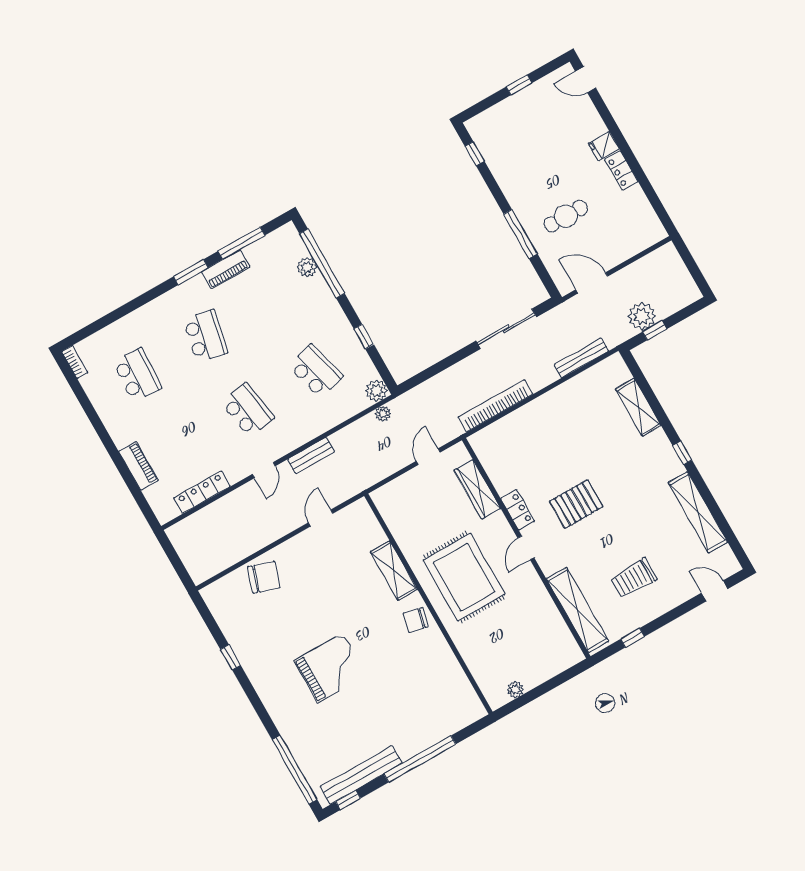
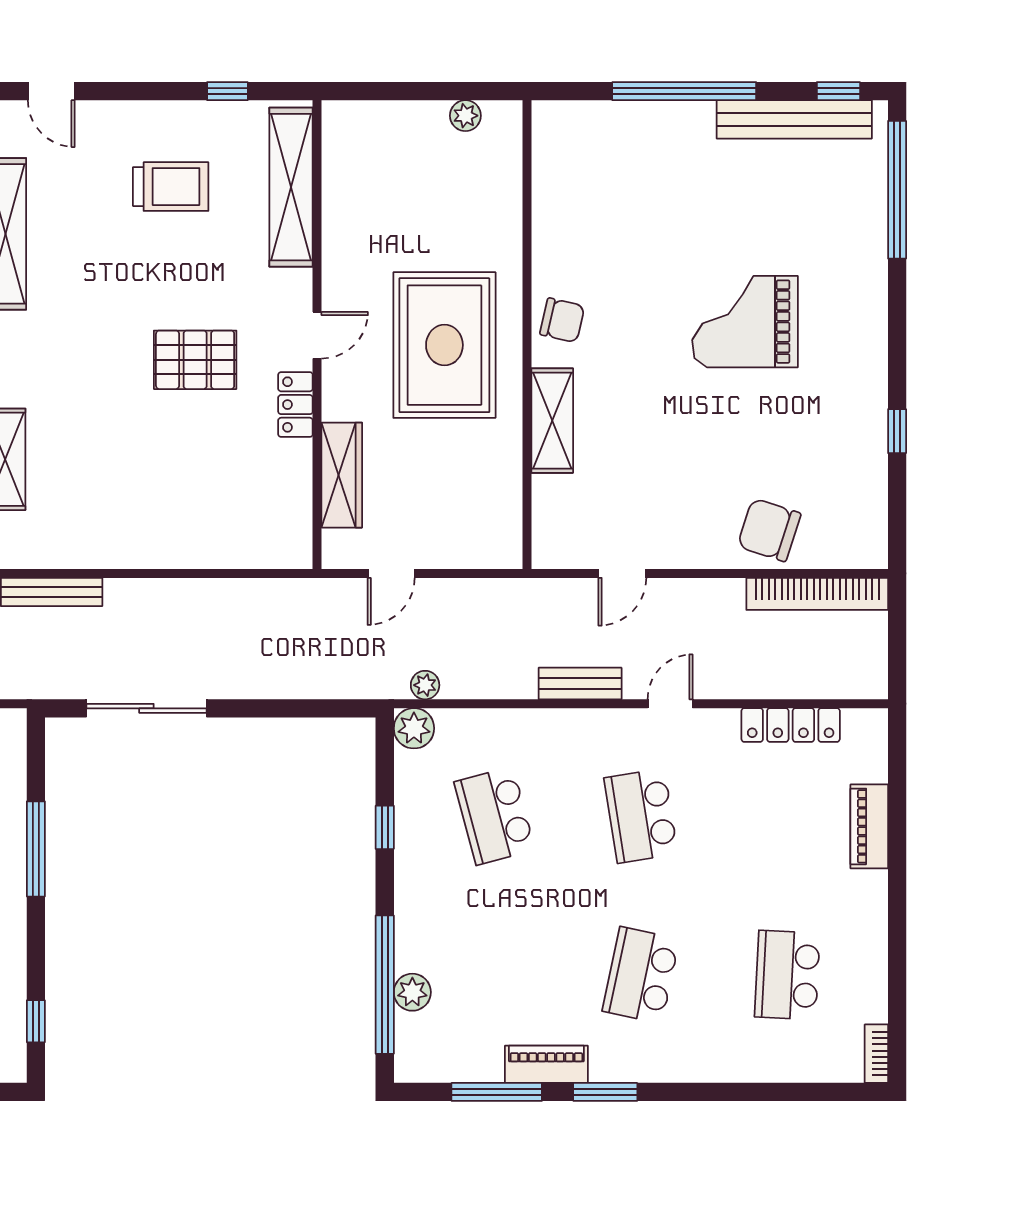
bookcase: (495, 406) -> (817, 594), moved

